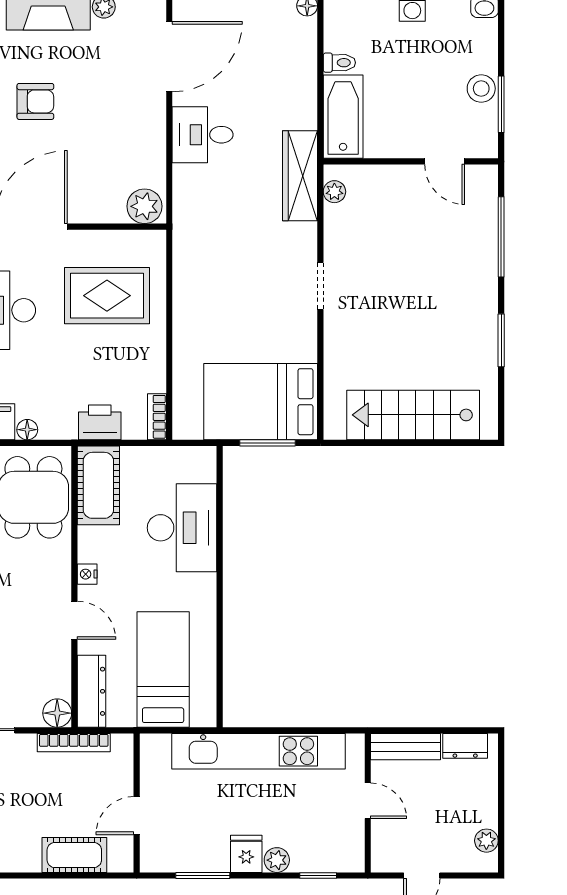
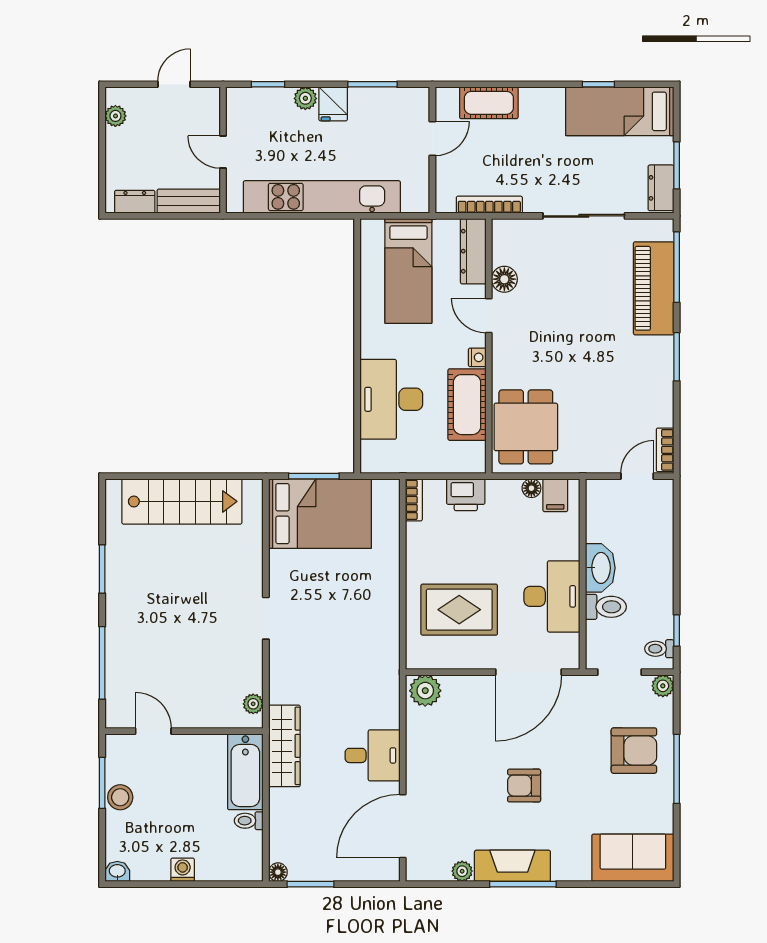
wardrobe: (300, 176) -> (284, 746), moved
cot: (98, 485) -> (467, 405), moved
floor lamp: (57, 713) -> (504, 279), moved

